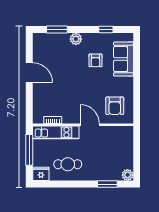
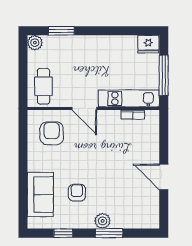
window: (57, 30) -> (109, 233), moved
cafe table: (68, 164) -> (44, 86), moved, turned 90

